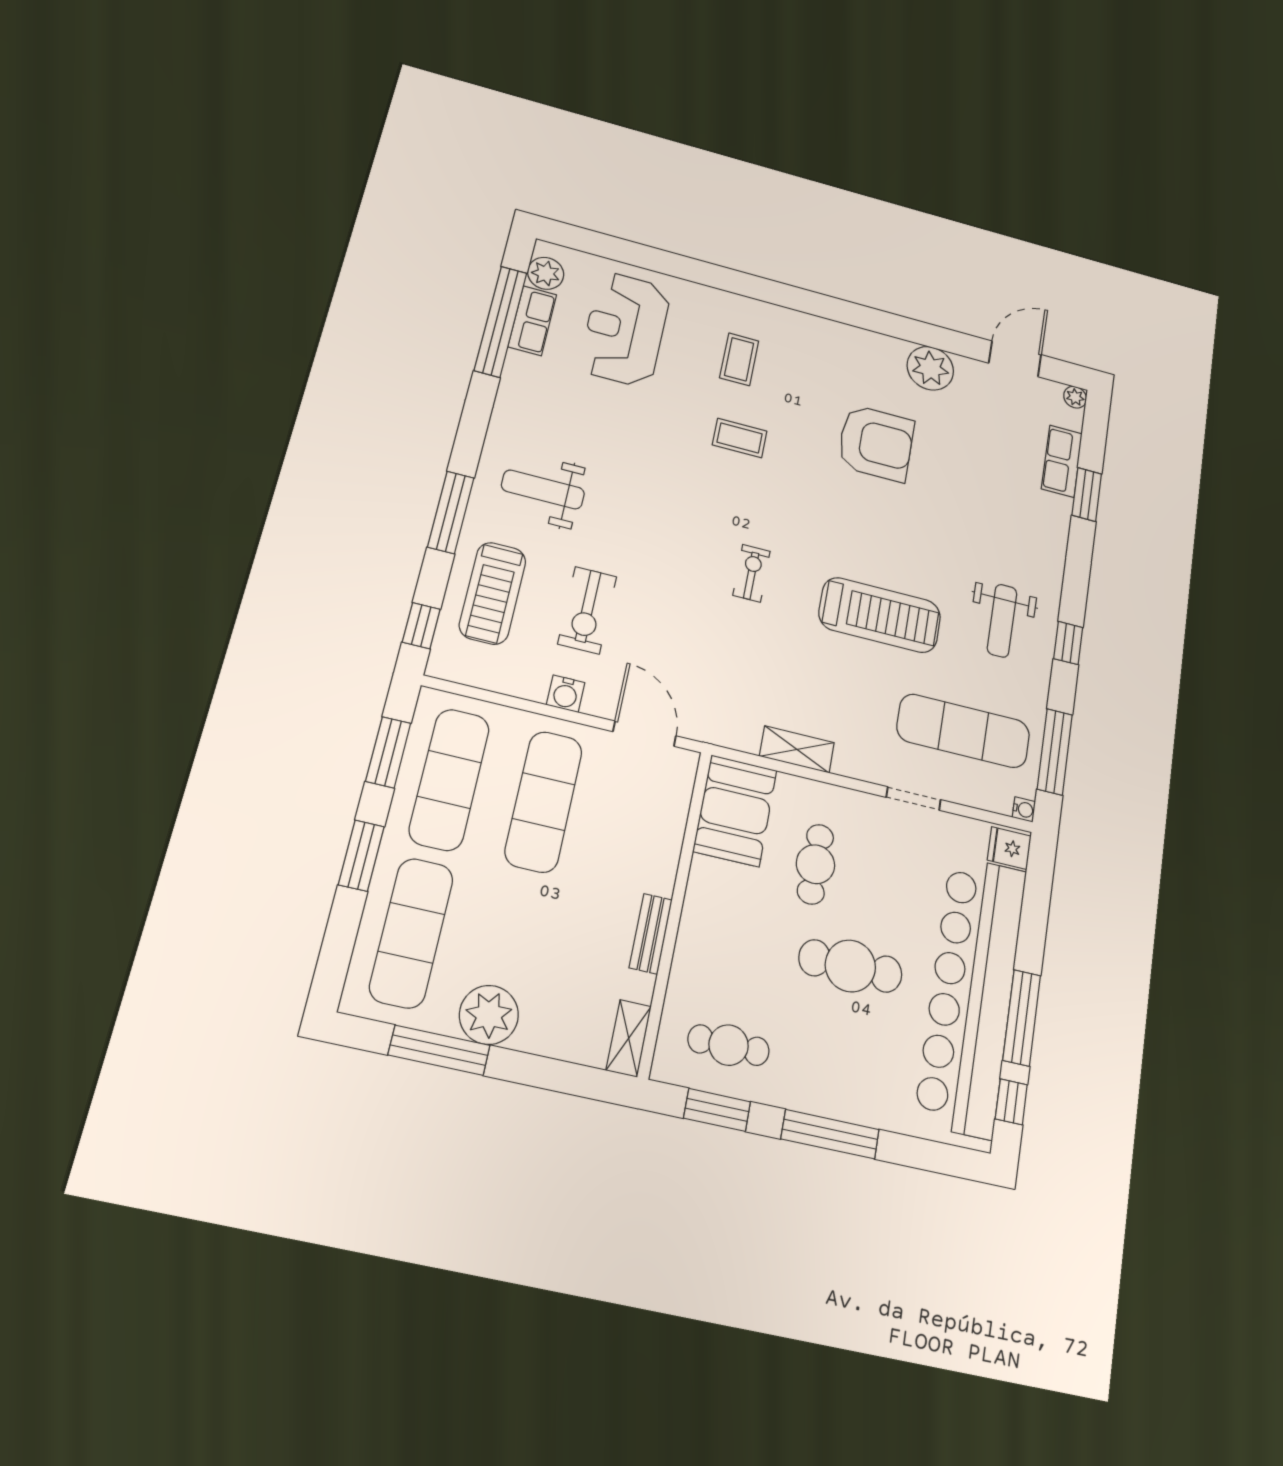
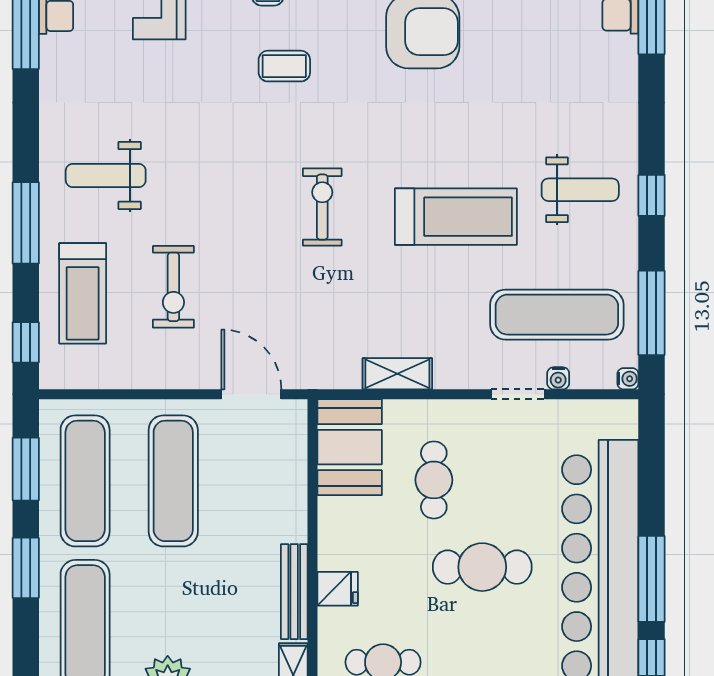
exercise bike: (752, 573) -> (322, 207), width x1.38, depth x1.39
weight bench: (1002, 621) -> (580, 190), turned -90
water cooler: (566, 694) -> (558, 378), moved, width x0.72, depth x0.72
fridge: (1009, 848) -> (338, 589), moved, turned 180
bench: (651, 934) -> (294, 592), width x1.36

